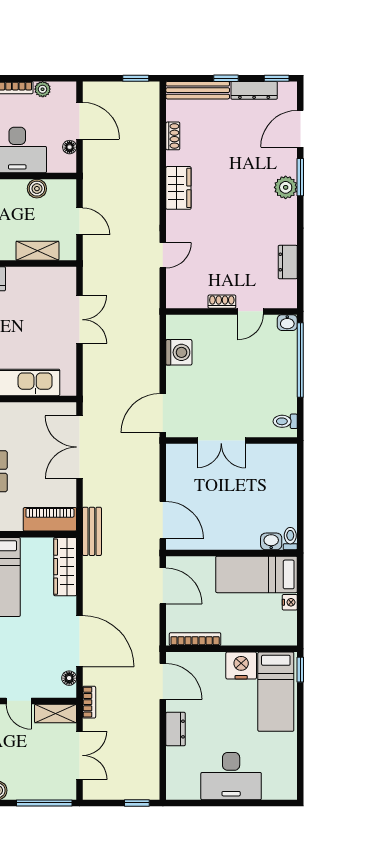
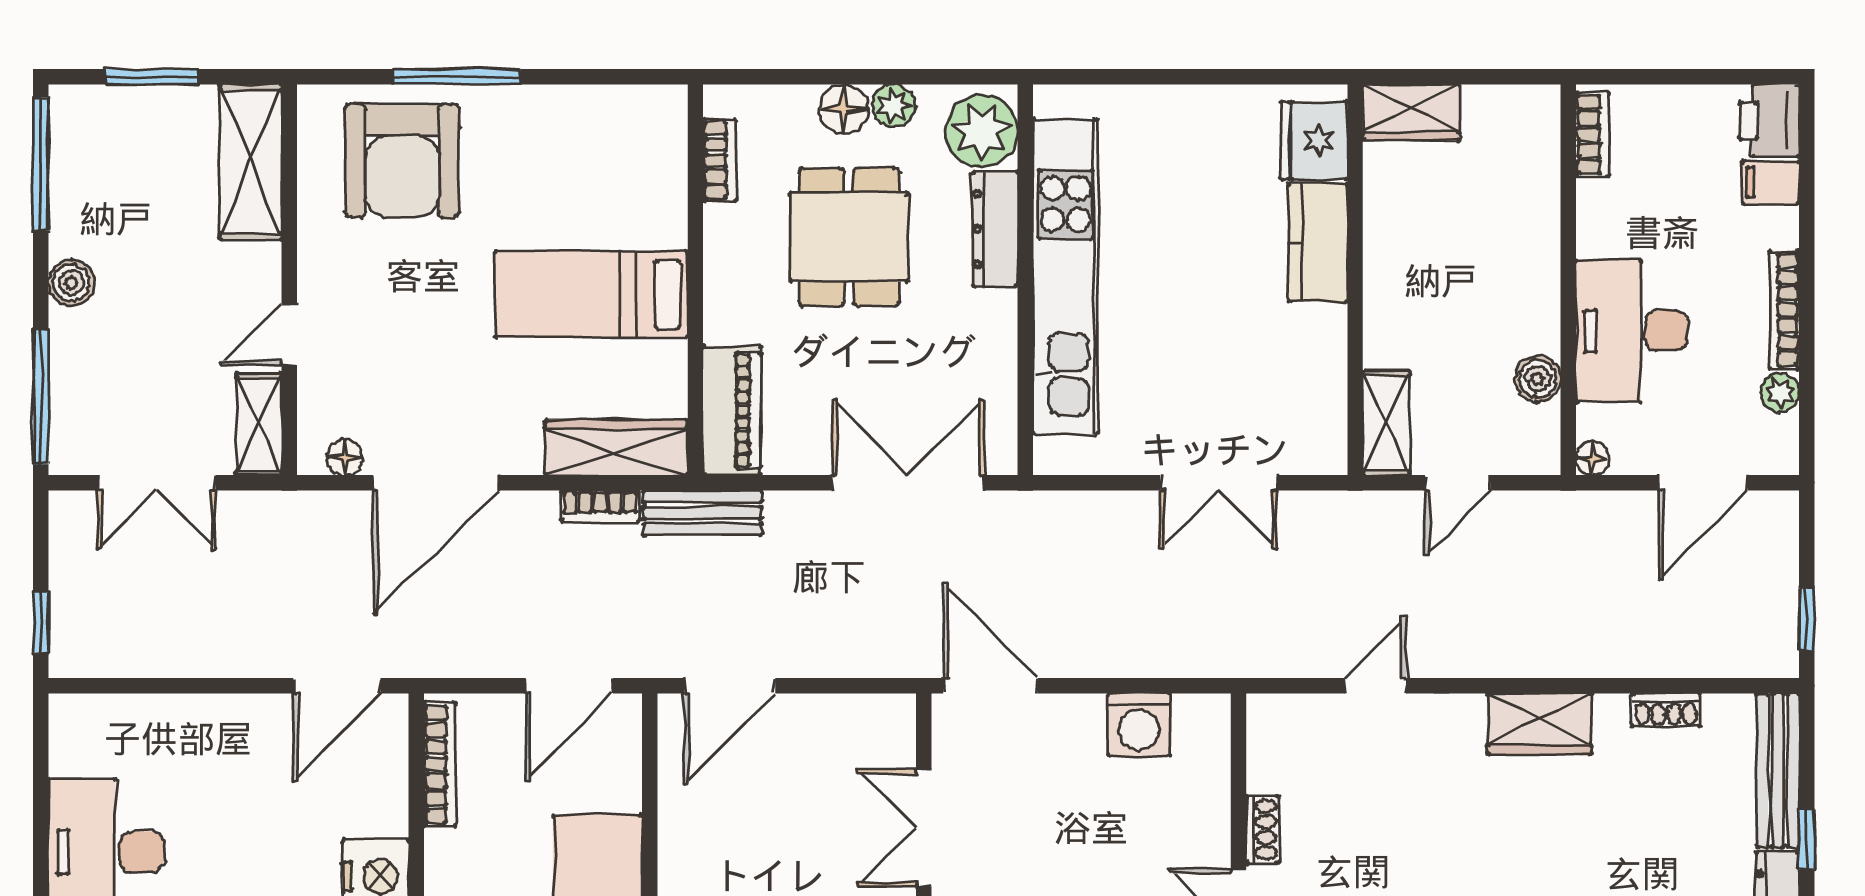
floor lamp: (70, 147) -> (1593, 458), moved
shelving: (37, 251) -> (1386, 423), moved
door: (163, 255) -> (1375, 686), swing flipped
bookcase: (89, 702) -> (600, 506), moved
dresser: (176, 729) -> (221, 717), removed

